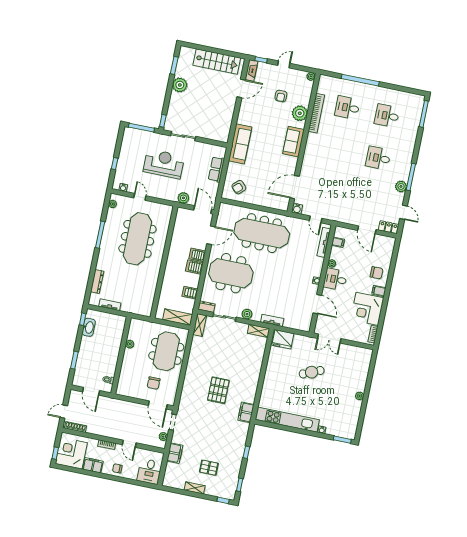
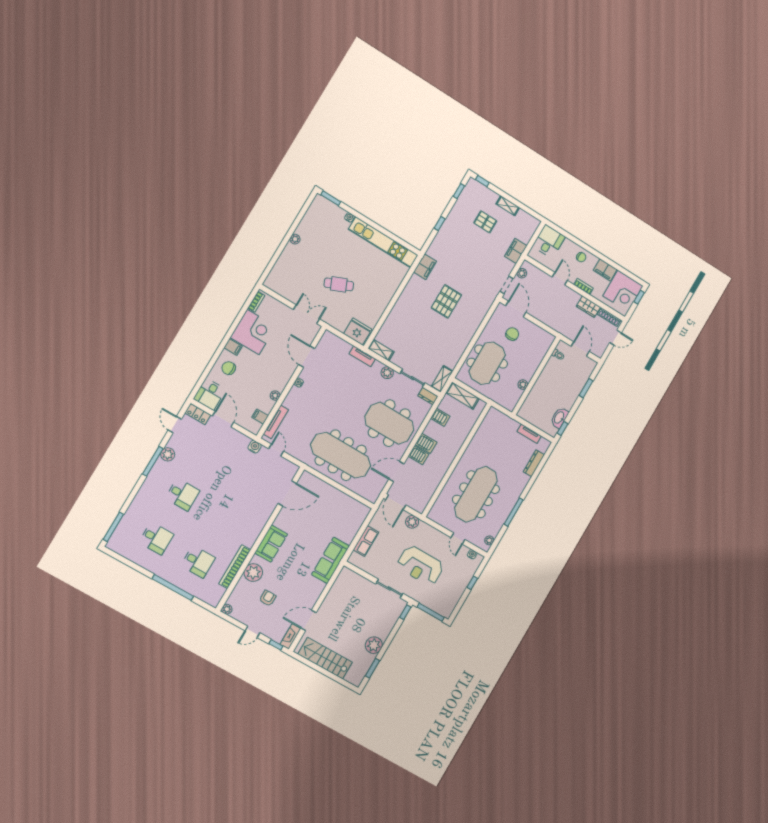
armchair: (239, 187) -> (348, 514), removed
water cooler: (297, 209) -> (255, 447), moved
desk: (335, 279) -> (210, 394), moved, turned 90
wardrobe: (96, 429) -> (588, 307), added

